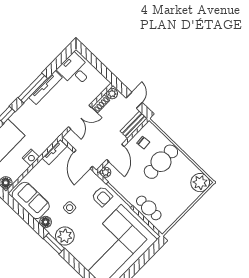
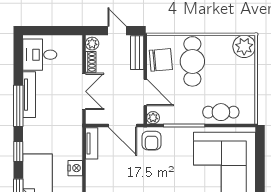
chair: (143, 143) -> (161, 60), width x1.87, depth x1.87
armchair: (102, 196) -> (152, 141), moved, turned 90
side table: (70, 208) -> (152, 179), removed

